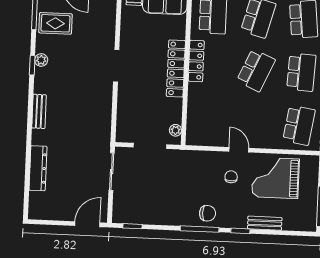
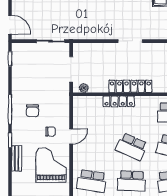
locker: (196, 61) -> (119, 101), moved
chair: (208, 213) -> (32, 111), moved

